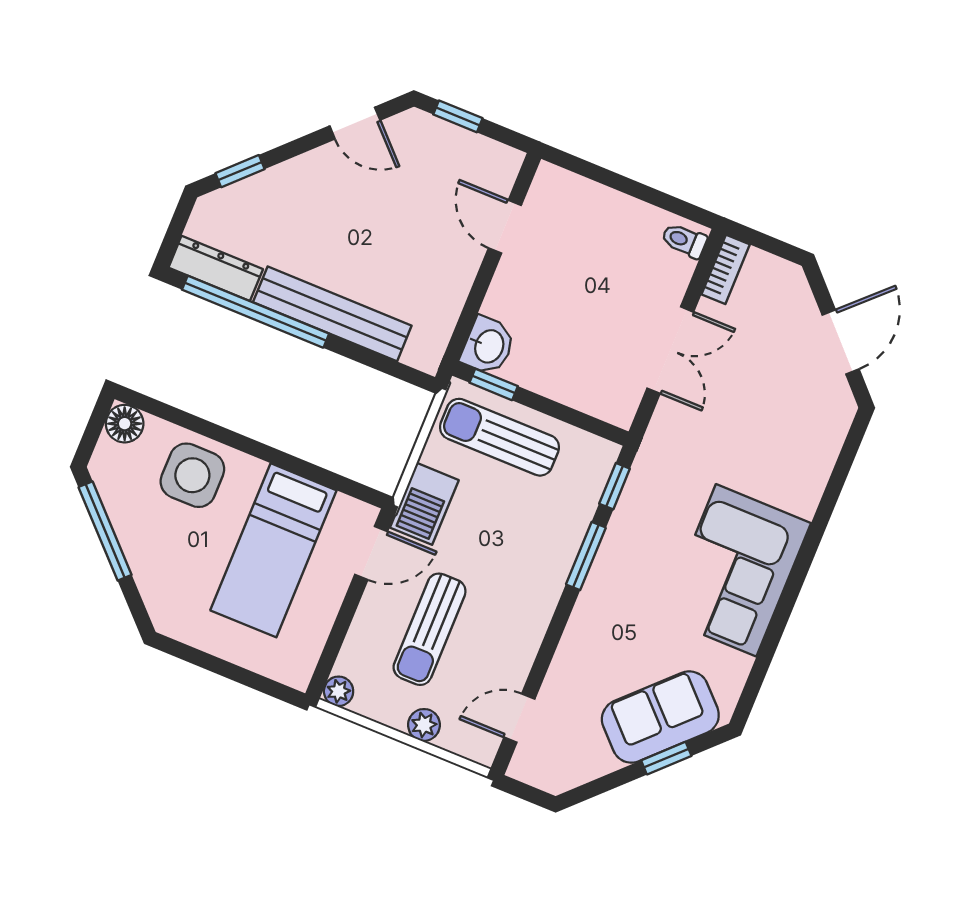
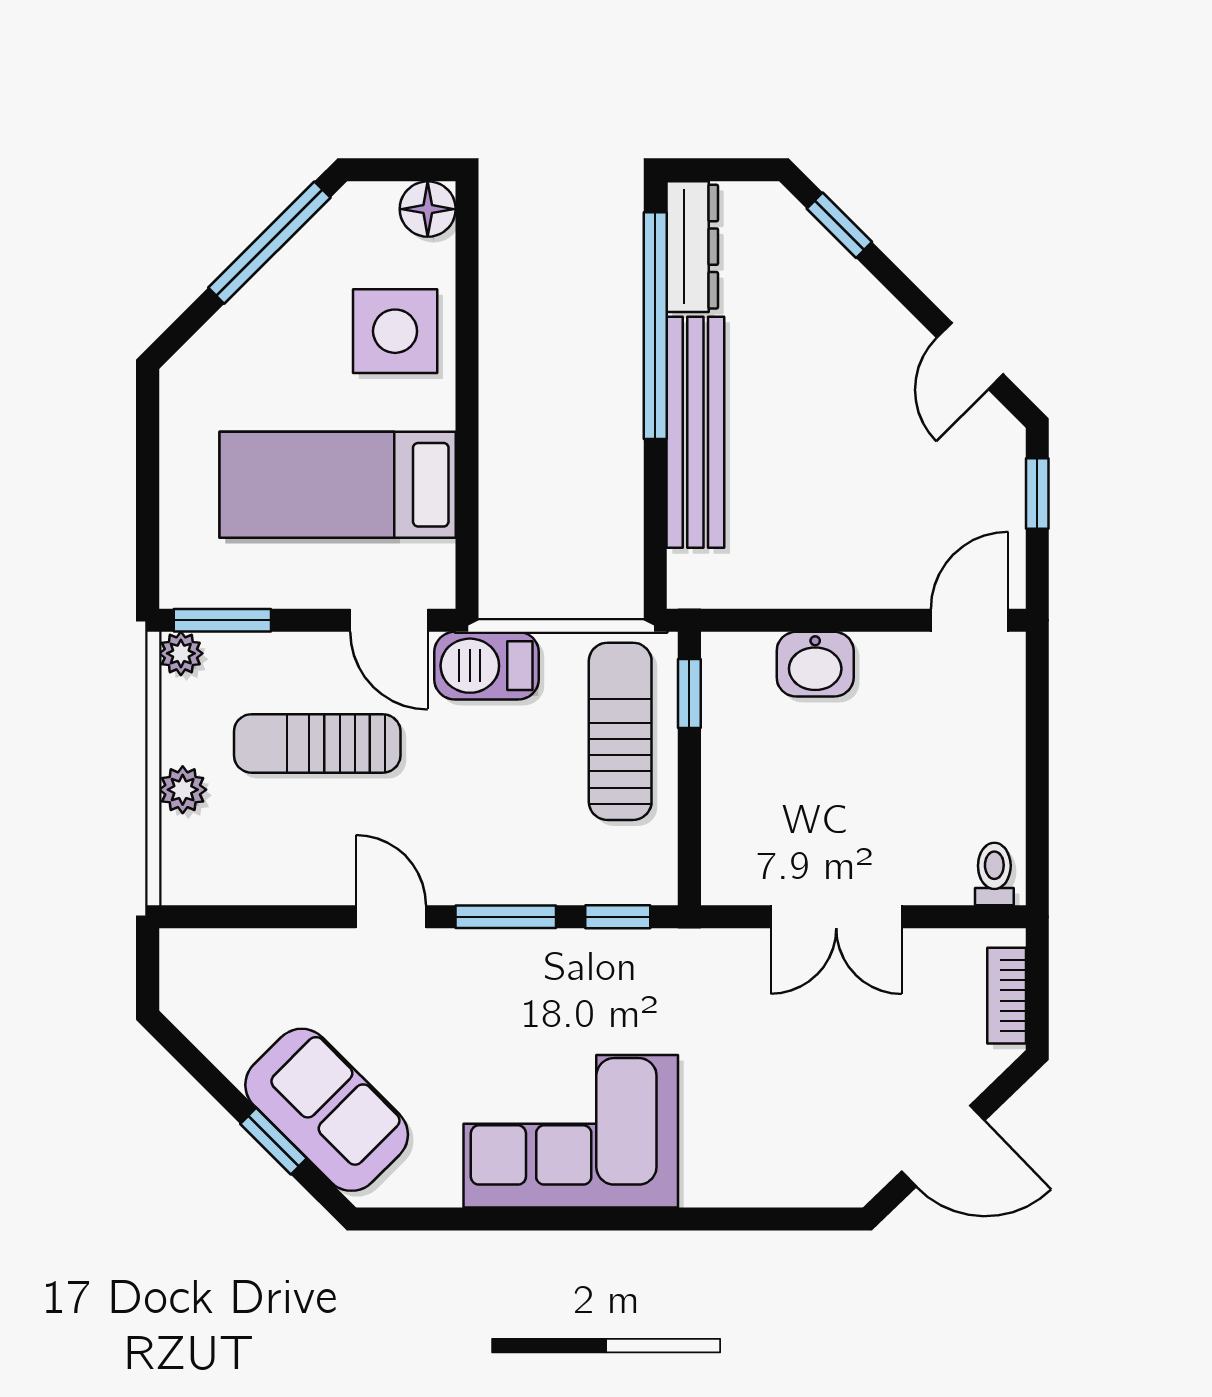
door: (505, 227) -> (970, 620), moved
bookcase: (726, 269) -> (1007, 996), moved, turned 90
washbasin: (488, 346) -> (815, 664), moved
window: (329, 657) -> (222, 620), added
door: (519, 718) -> (391, 917), moved

